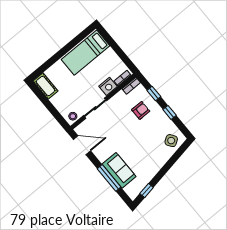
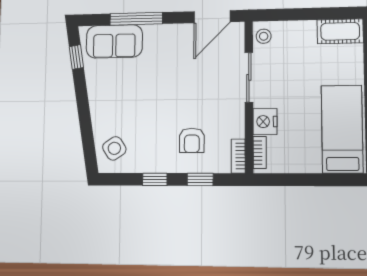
sofa: (119, 170) -> (114, 41), moved

